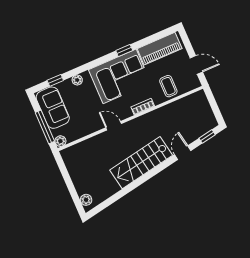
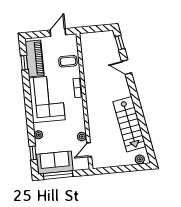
window: (124, 51) -> (24, 63), moved
door: (114, 126) -> (89, 150), moved
window: (45, 127) -> (58, 175), moved
plant: (60, 141) -> (82, 137), moved
stairs: (141, 163) -> (129, 124), moved

